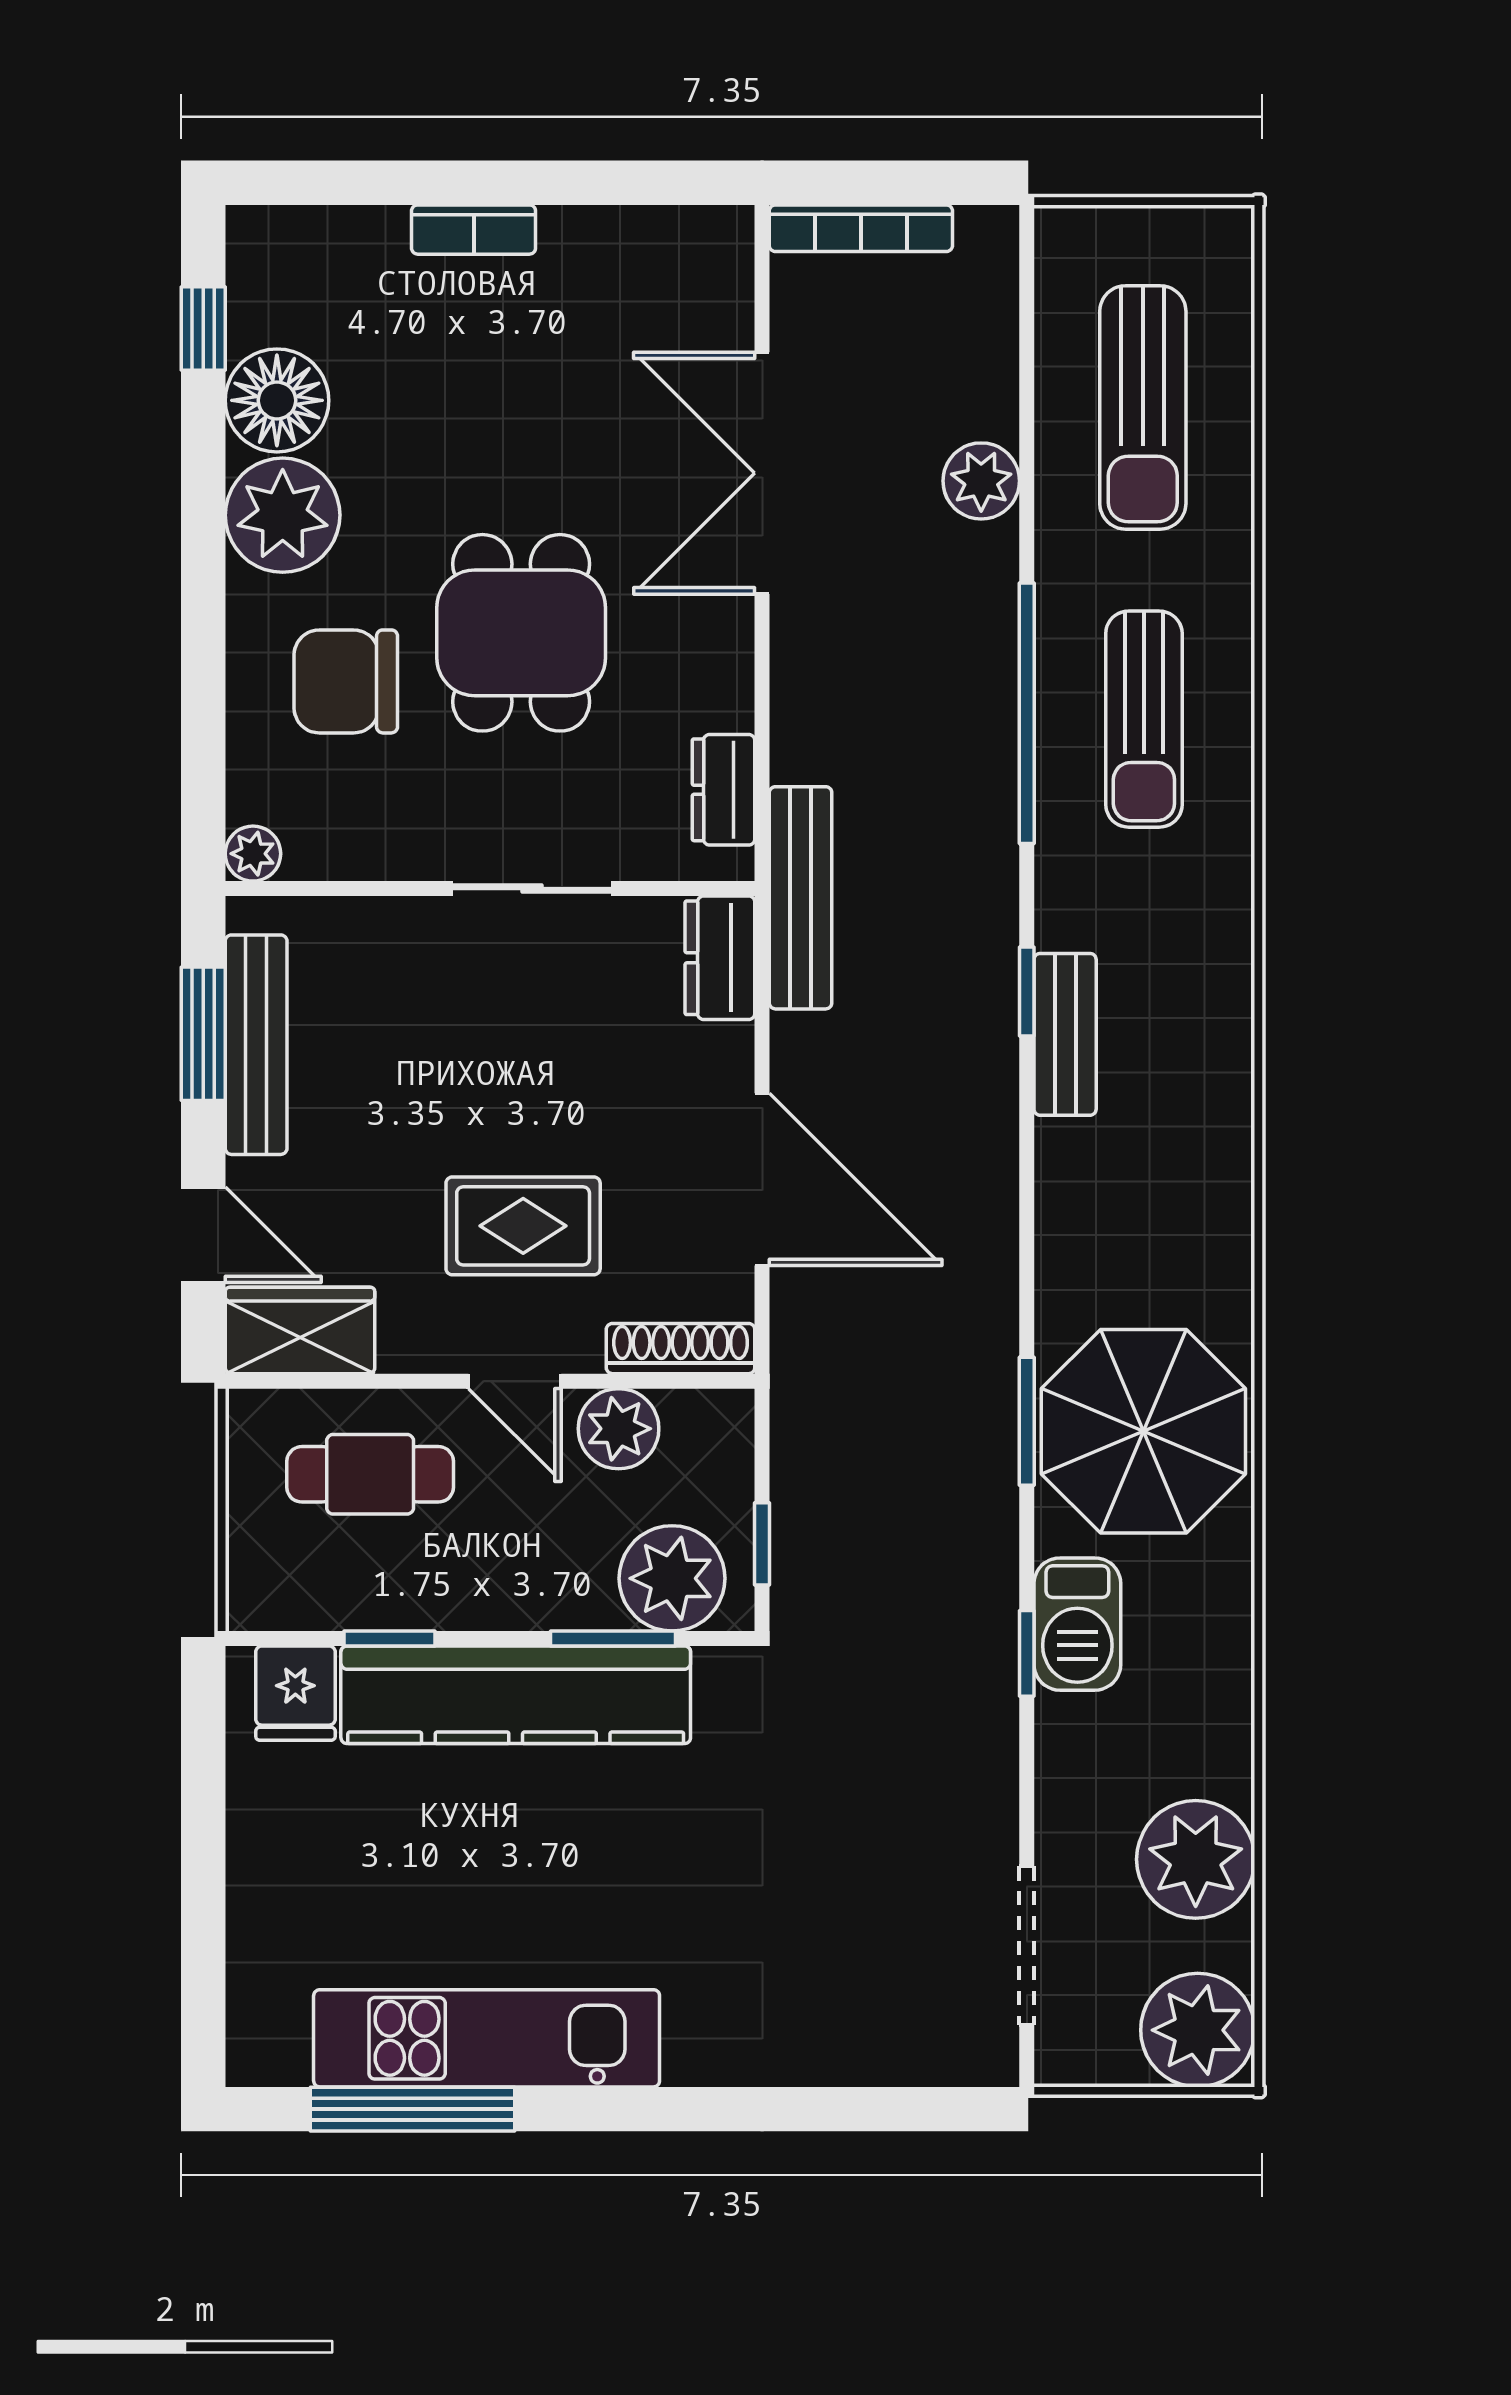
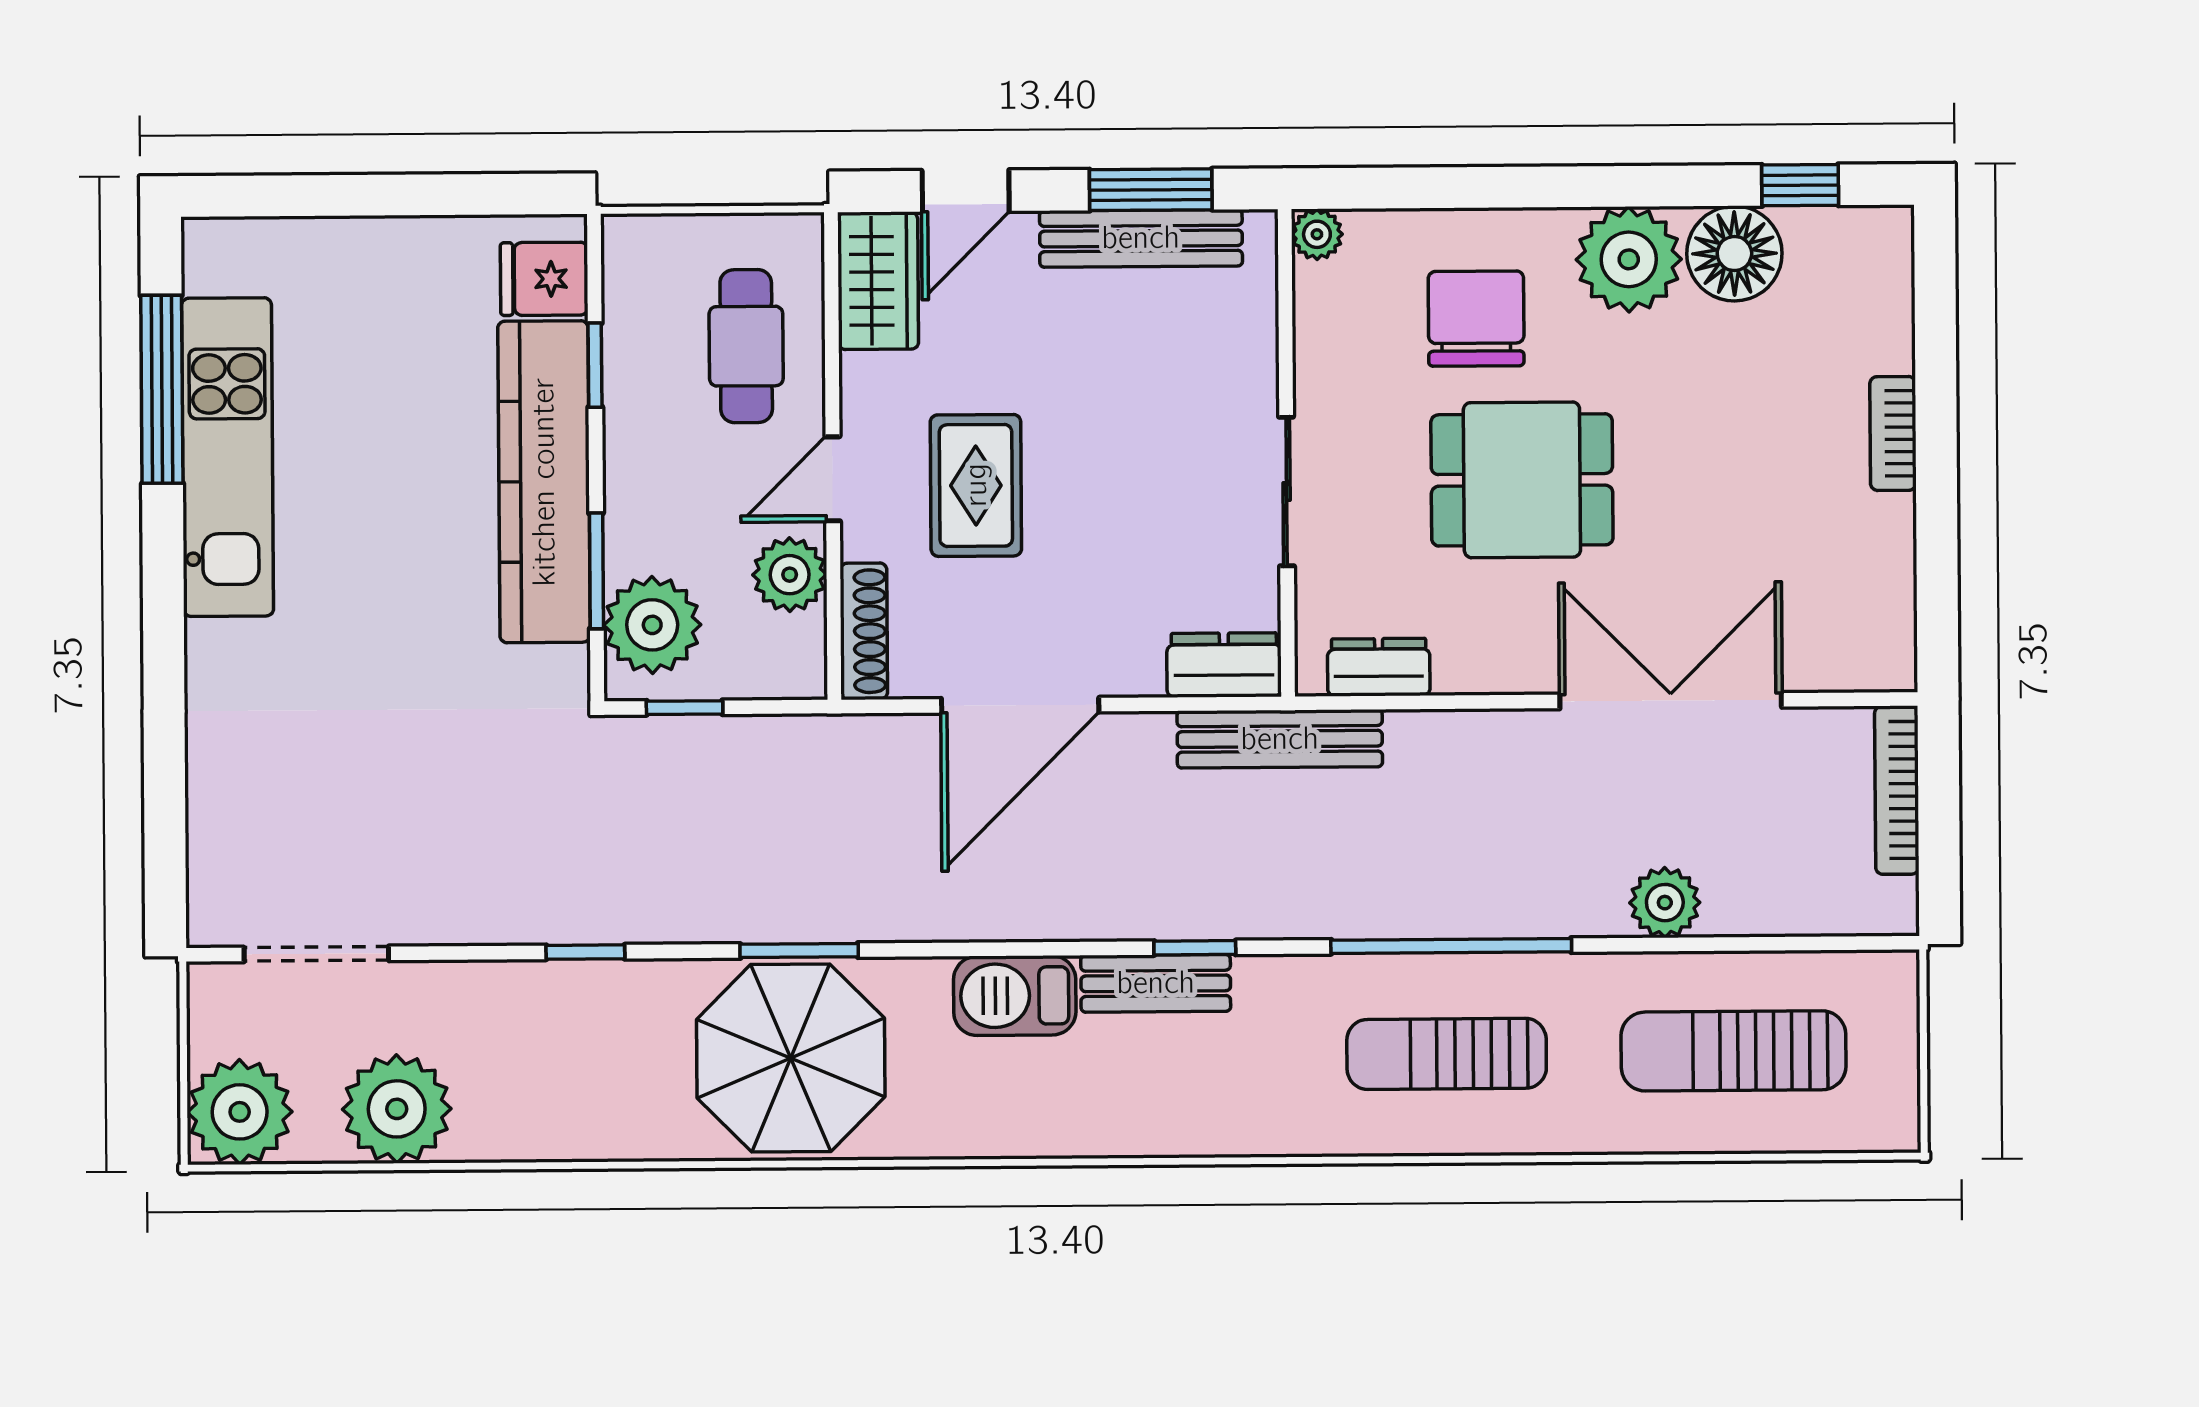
barbecue: (1077, 1624) -> (1015, 996), moved

